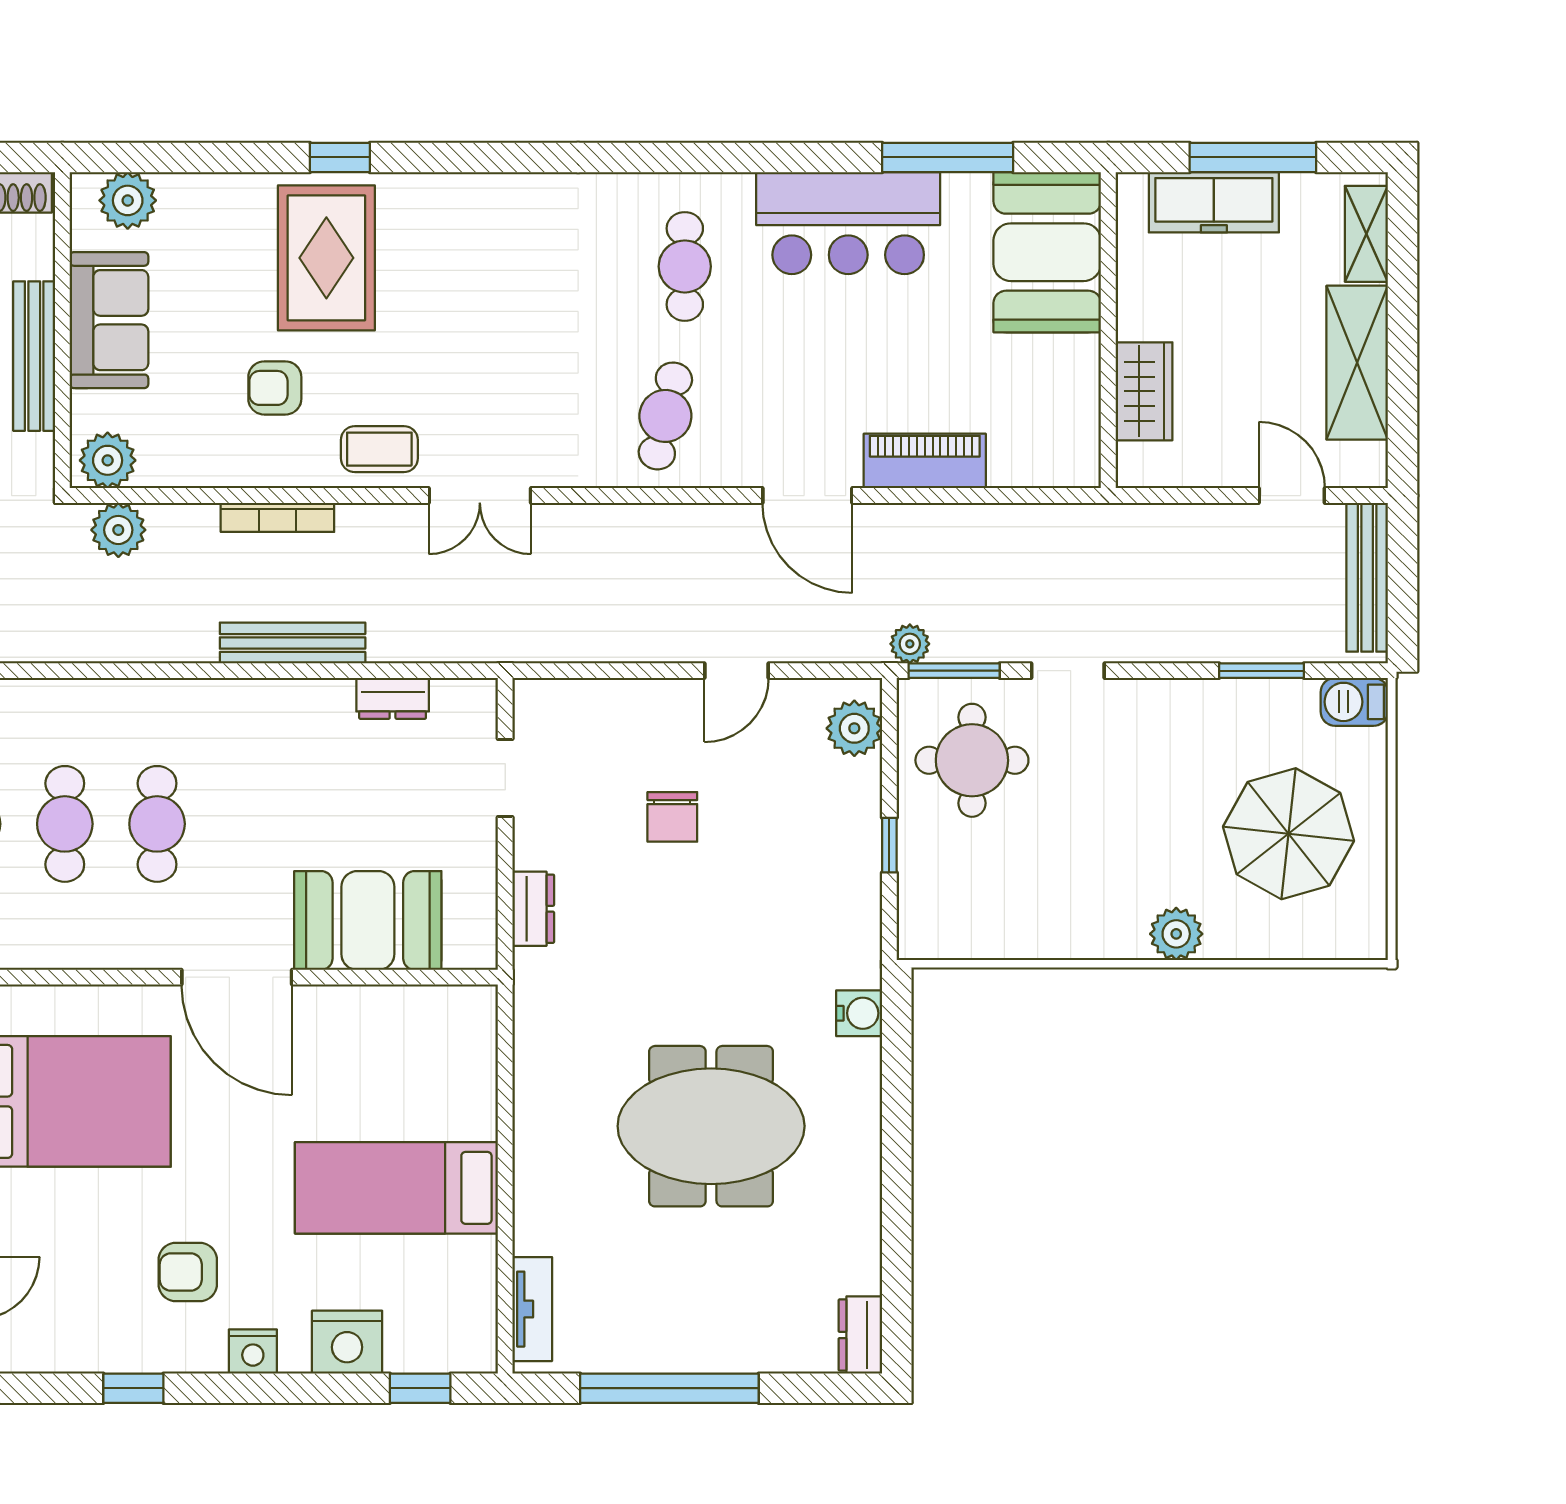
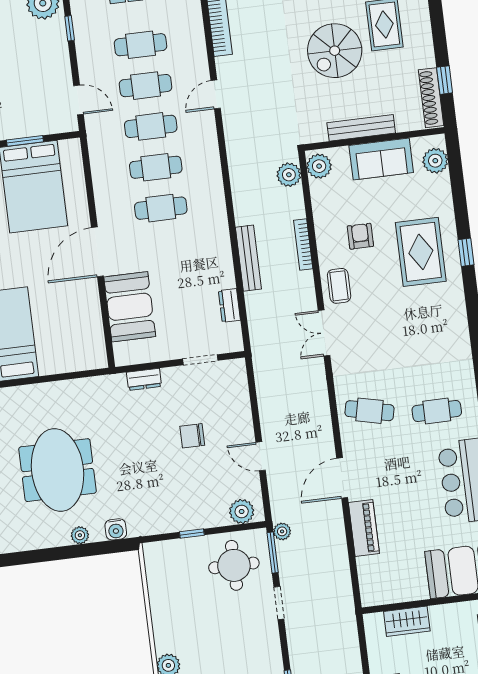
rug: (326, 258) -> (421, 252), turned 90
plant: (862, 1095) -> (80, 535), added

